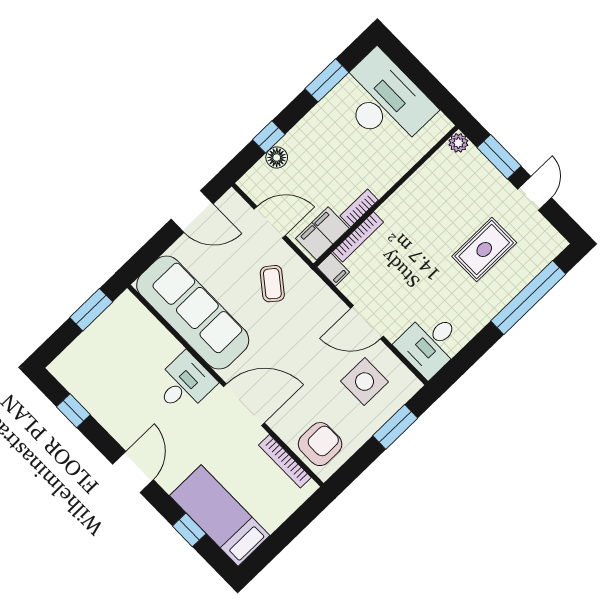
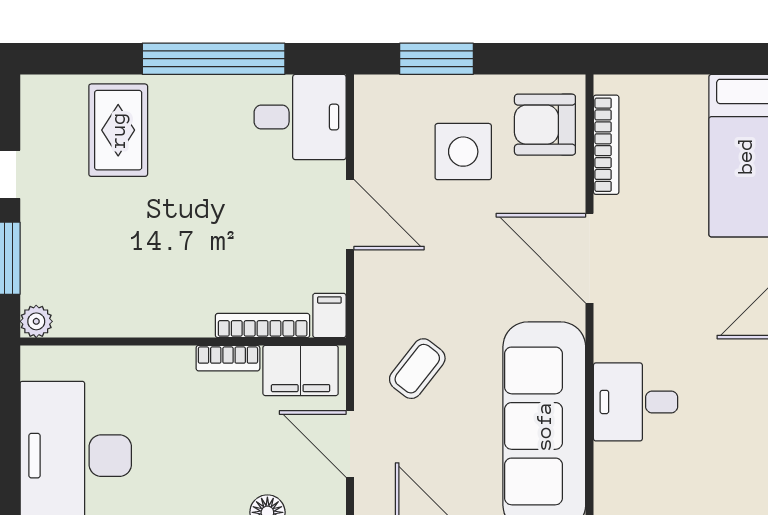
rug: (484, 249) -> (118, 130), moved, turned 90
window: (528, 297) -> (214, 59), moved
side table: (365, 382) -> (463, 152), moved
desk: (184, 384) -> (636, 402), moved

